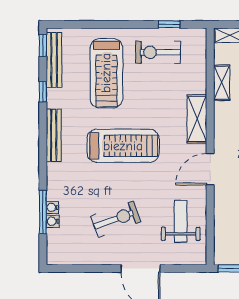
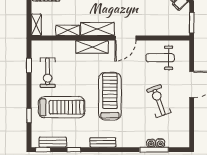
window: (94, 24) -> (29, 116), added
bench: (54, 60) -> (53, 142), width x0.73
shelving: (224, 127) -> (97, 29), added
bench: (54, 135) -> (103, 142), width x0.73
door: (210, 169) -> (125, 38), hinge flipped

